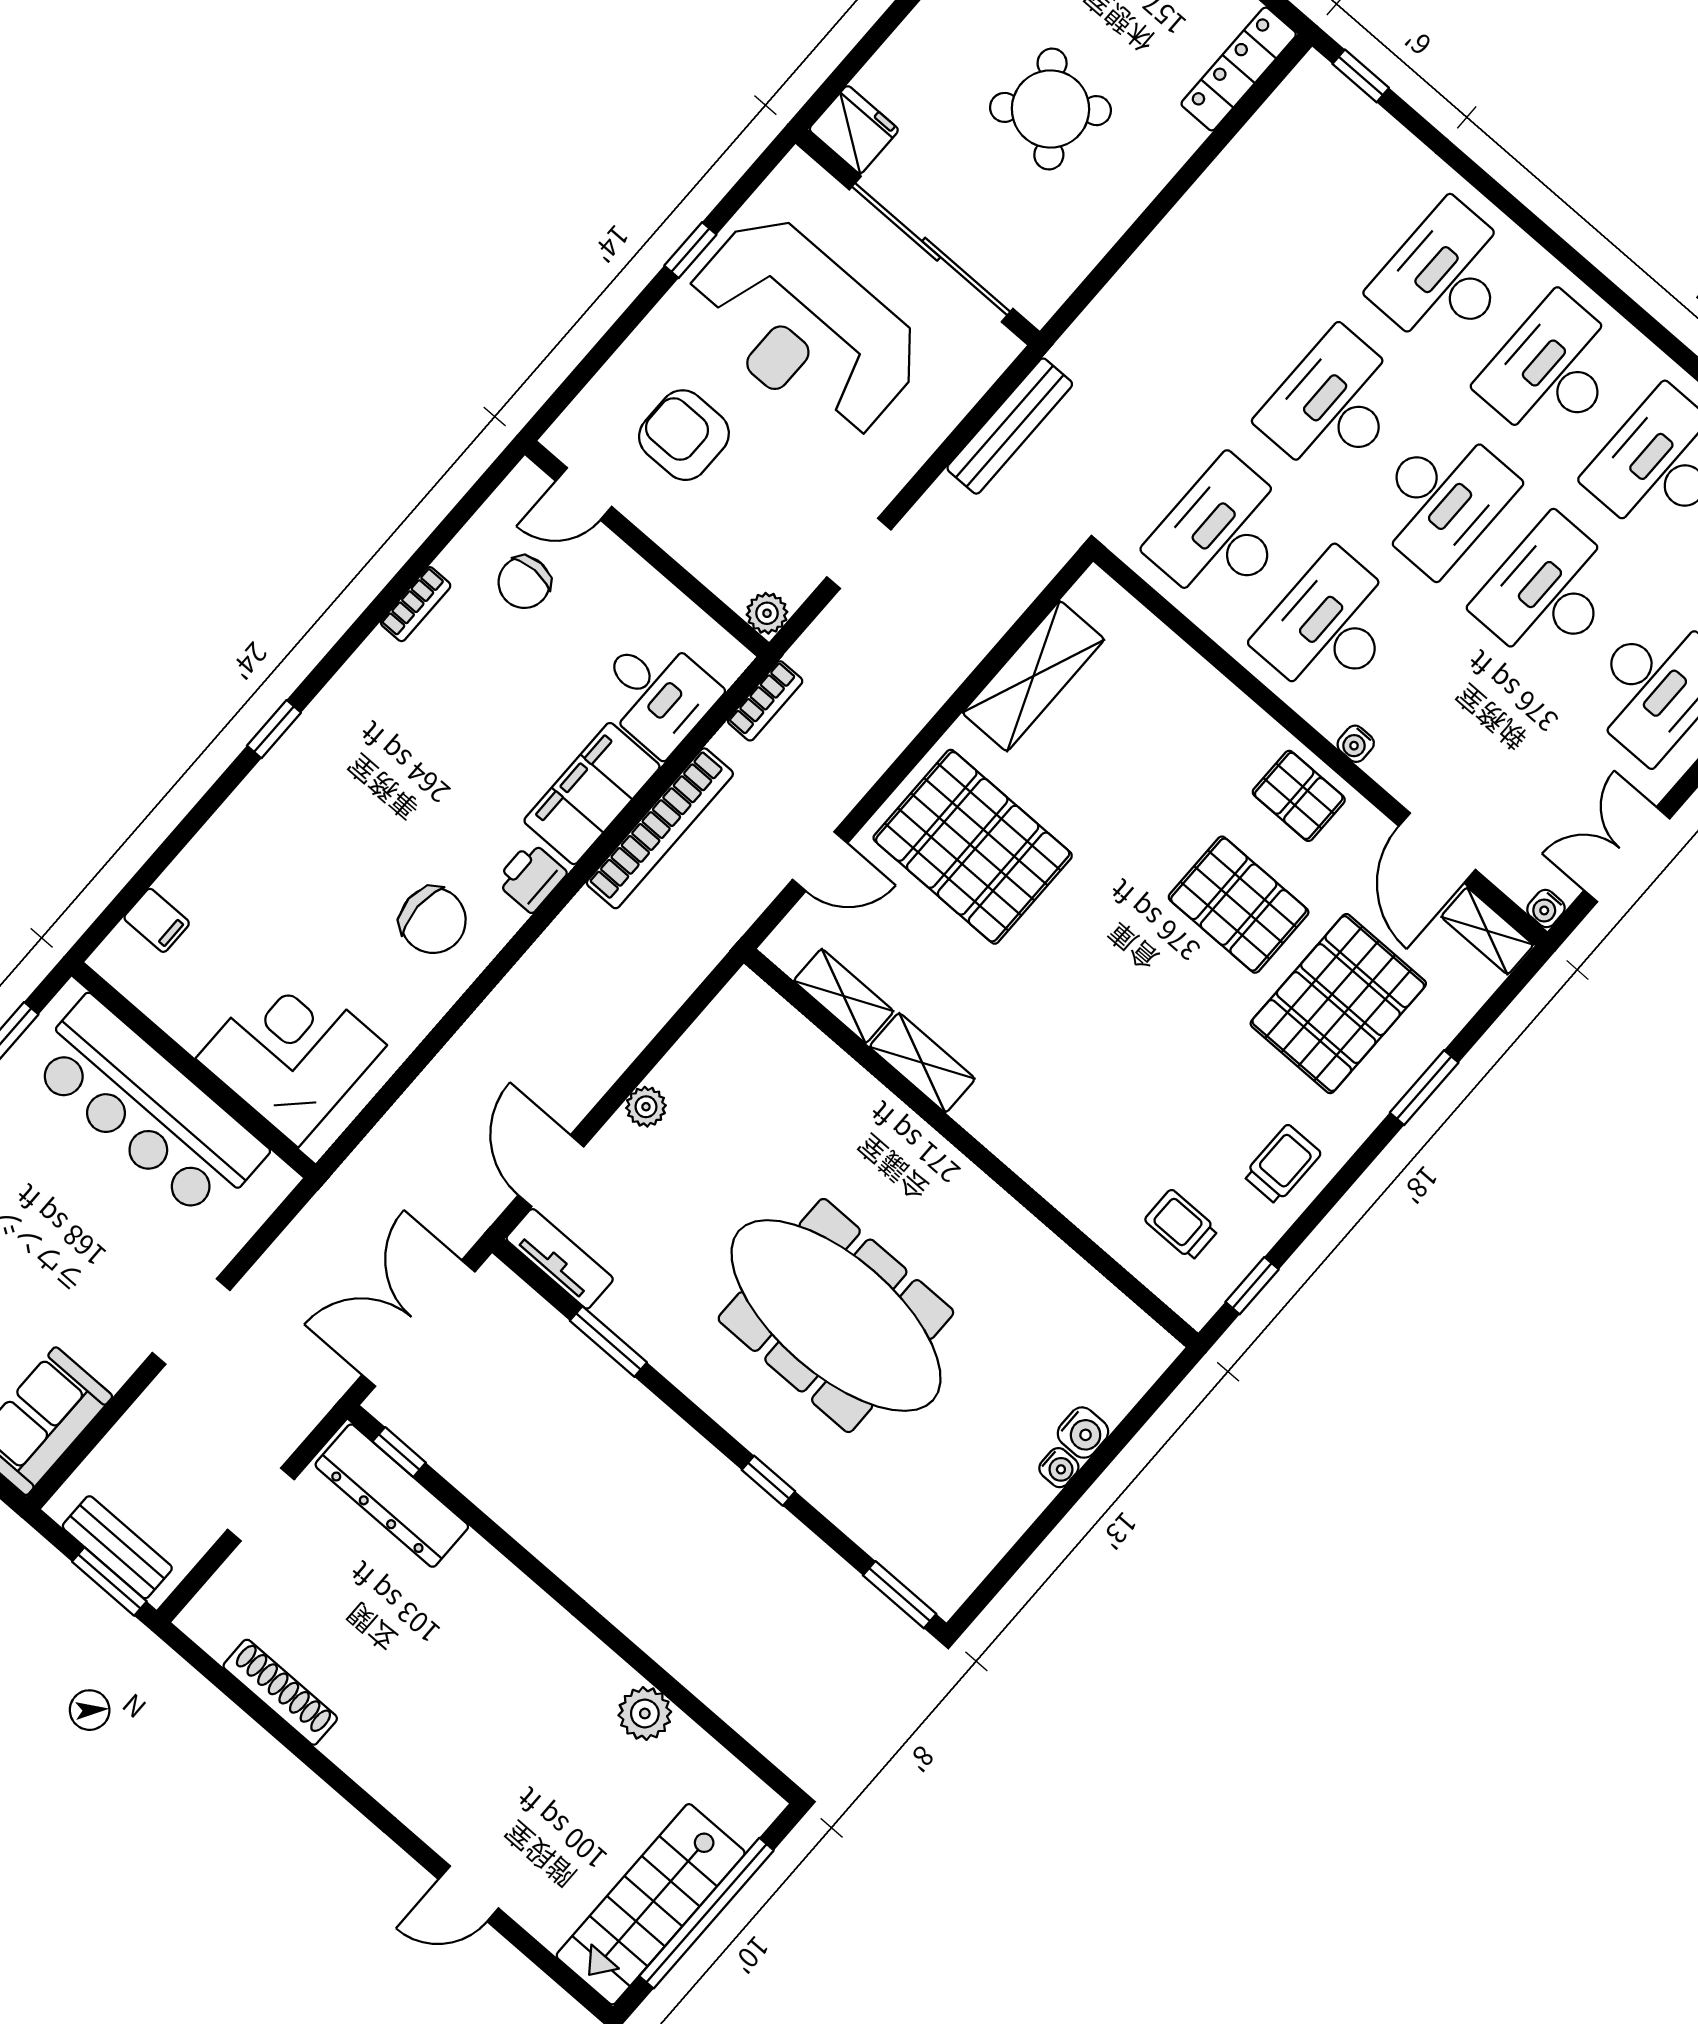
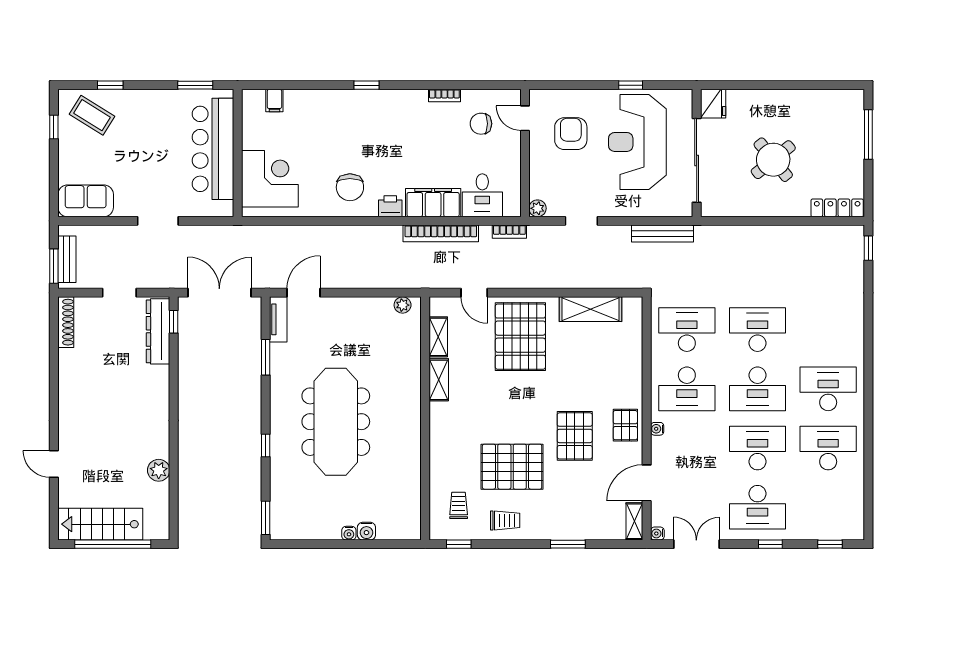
desk: (1445, 277) -> (828, 330), removed
desk: (1330, 627) -> (687, 389), turned 180
pallet: (1338, 1004) -> (512, 467), moved
plant: (646, 1107) -> (403, 305), moved
shoe rack: (280, 1692) -> (66, 322), moved

